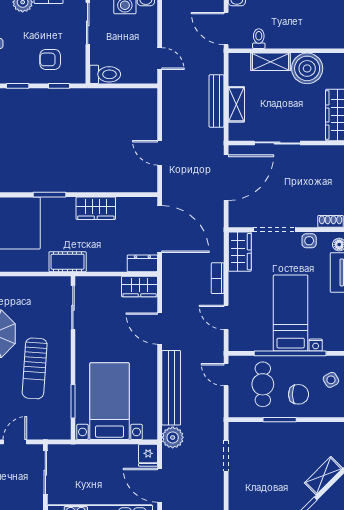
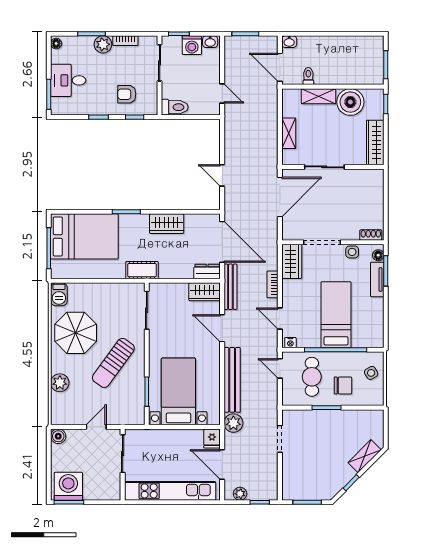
bench: (216, 101) -> (230, 287), moved
nightstand: (316, 345) -> (290, 343), moved
sun lounger: (35, 368) -> (113, 363), turned 32

